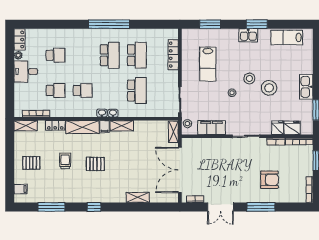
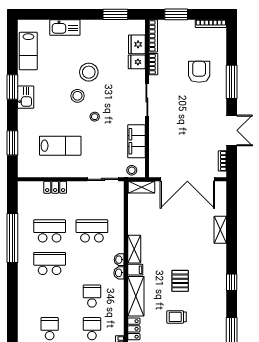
window: (109, 24) -> (12, 238), moved
locker: (173, 55) -> (55, 187), width x0.66
kitchen sink: (306, 87) -> (65, 28), moved

